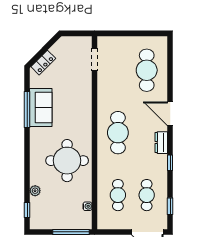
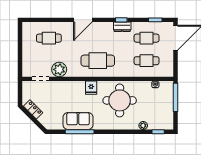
locker: (43, 63) -> (33, 109), moved
cafe table: (147, 70) -> (49, 38), width x0.73, depth x0.74
plant: (107, 83) -> (59, 69), added
fridge: (83, 124) -> (91, 88), added
dresser: (161, 143) -> (122, 27), moved

